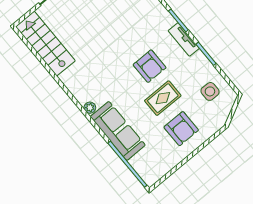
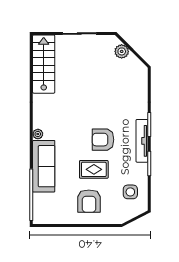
tv unit: (184, 40) -> (142, 141), width x1.41
armchair: (150, 66) -> (103, 140), turned 90

